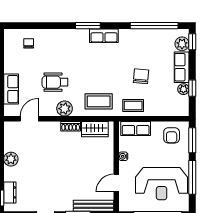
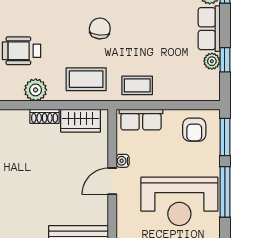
chair: (141, 76) -> (100, 29), moved
door: (116, 183) -> (112, 181), moved

